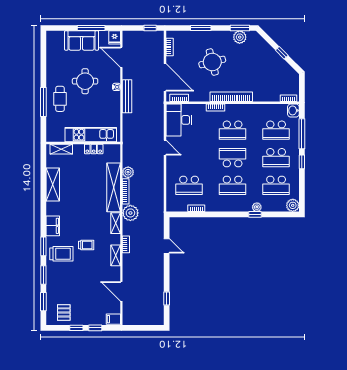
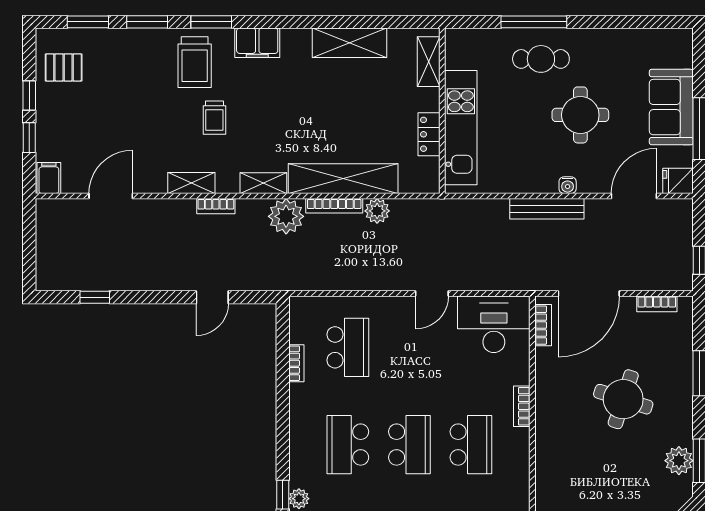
round table: (212, 62) -> (623, 399), turned 32
bookcase: (231, 97) -> (546, 441), removed
school desk: (233, 130) -> (471, 445), turned 180
school desk: (189, 185) -> (348, 347), turned 180

